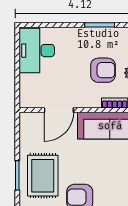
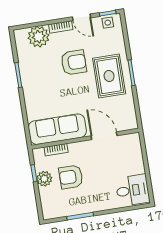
desk: (37, 51) -> (133, 190), width x0.73
door: (59, 110) -> (104, 136), hinge flipped

